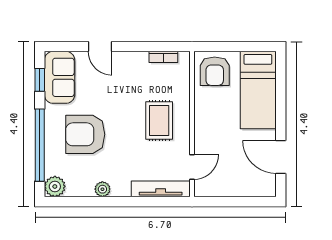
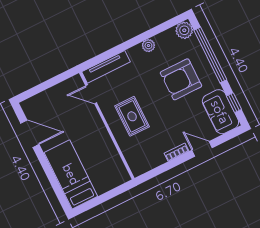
bookcase: (163, 57) -> (176, 152), moved
armchair: (215, 71) -> (109, 172), removed
armchair: (85, 134) -> (181, 79), turned 180
door: (192, 167) -> (91, 94), hinge flipped

